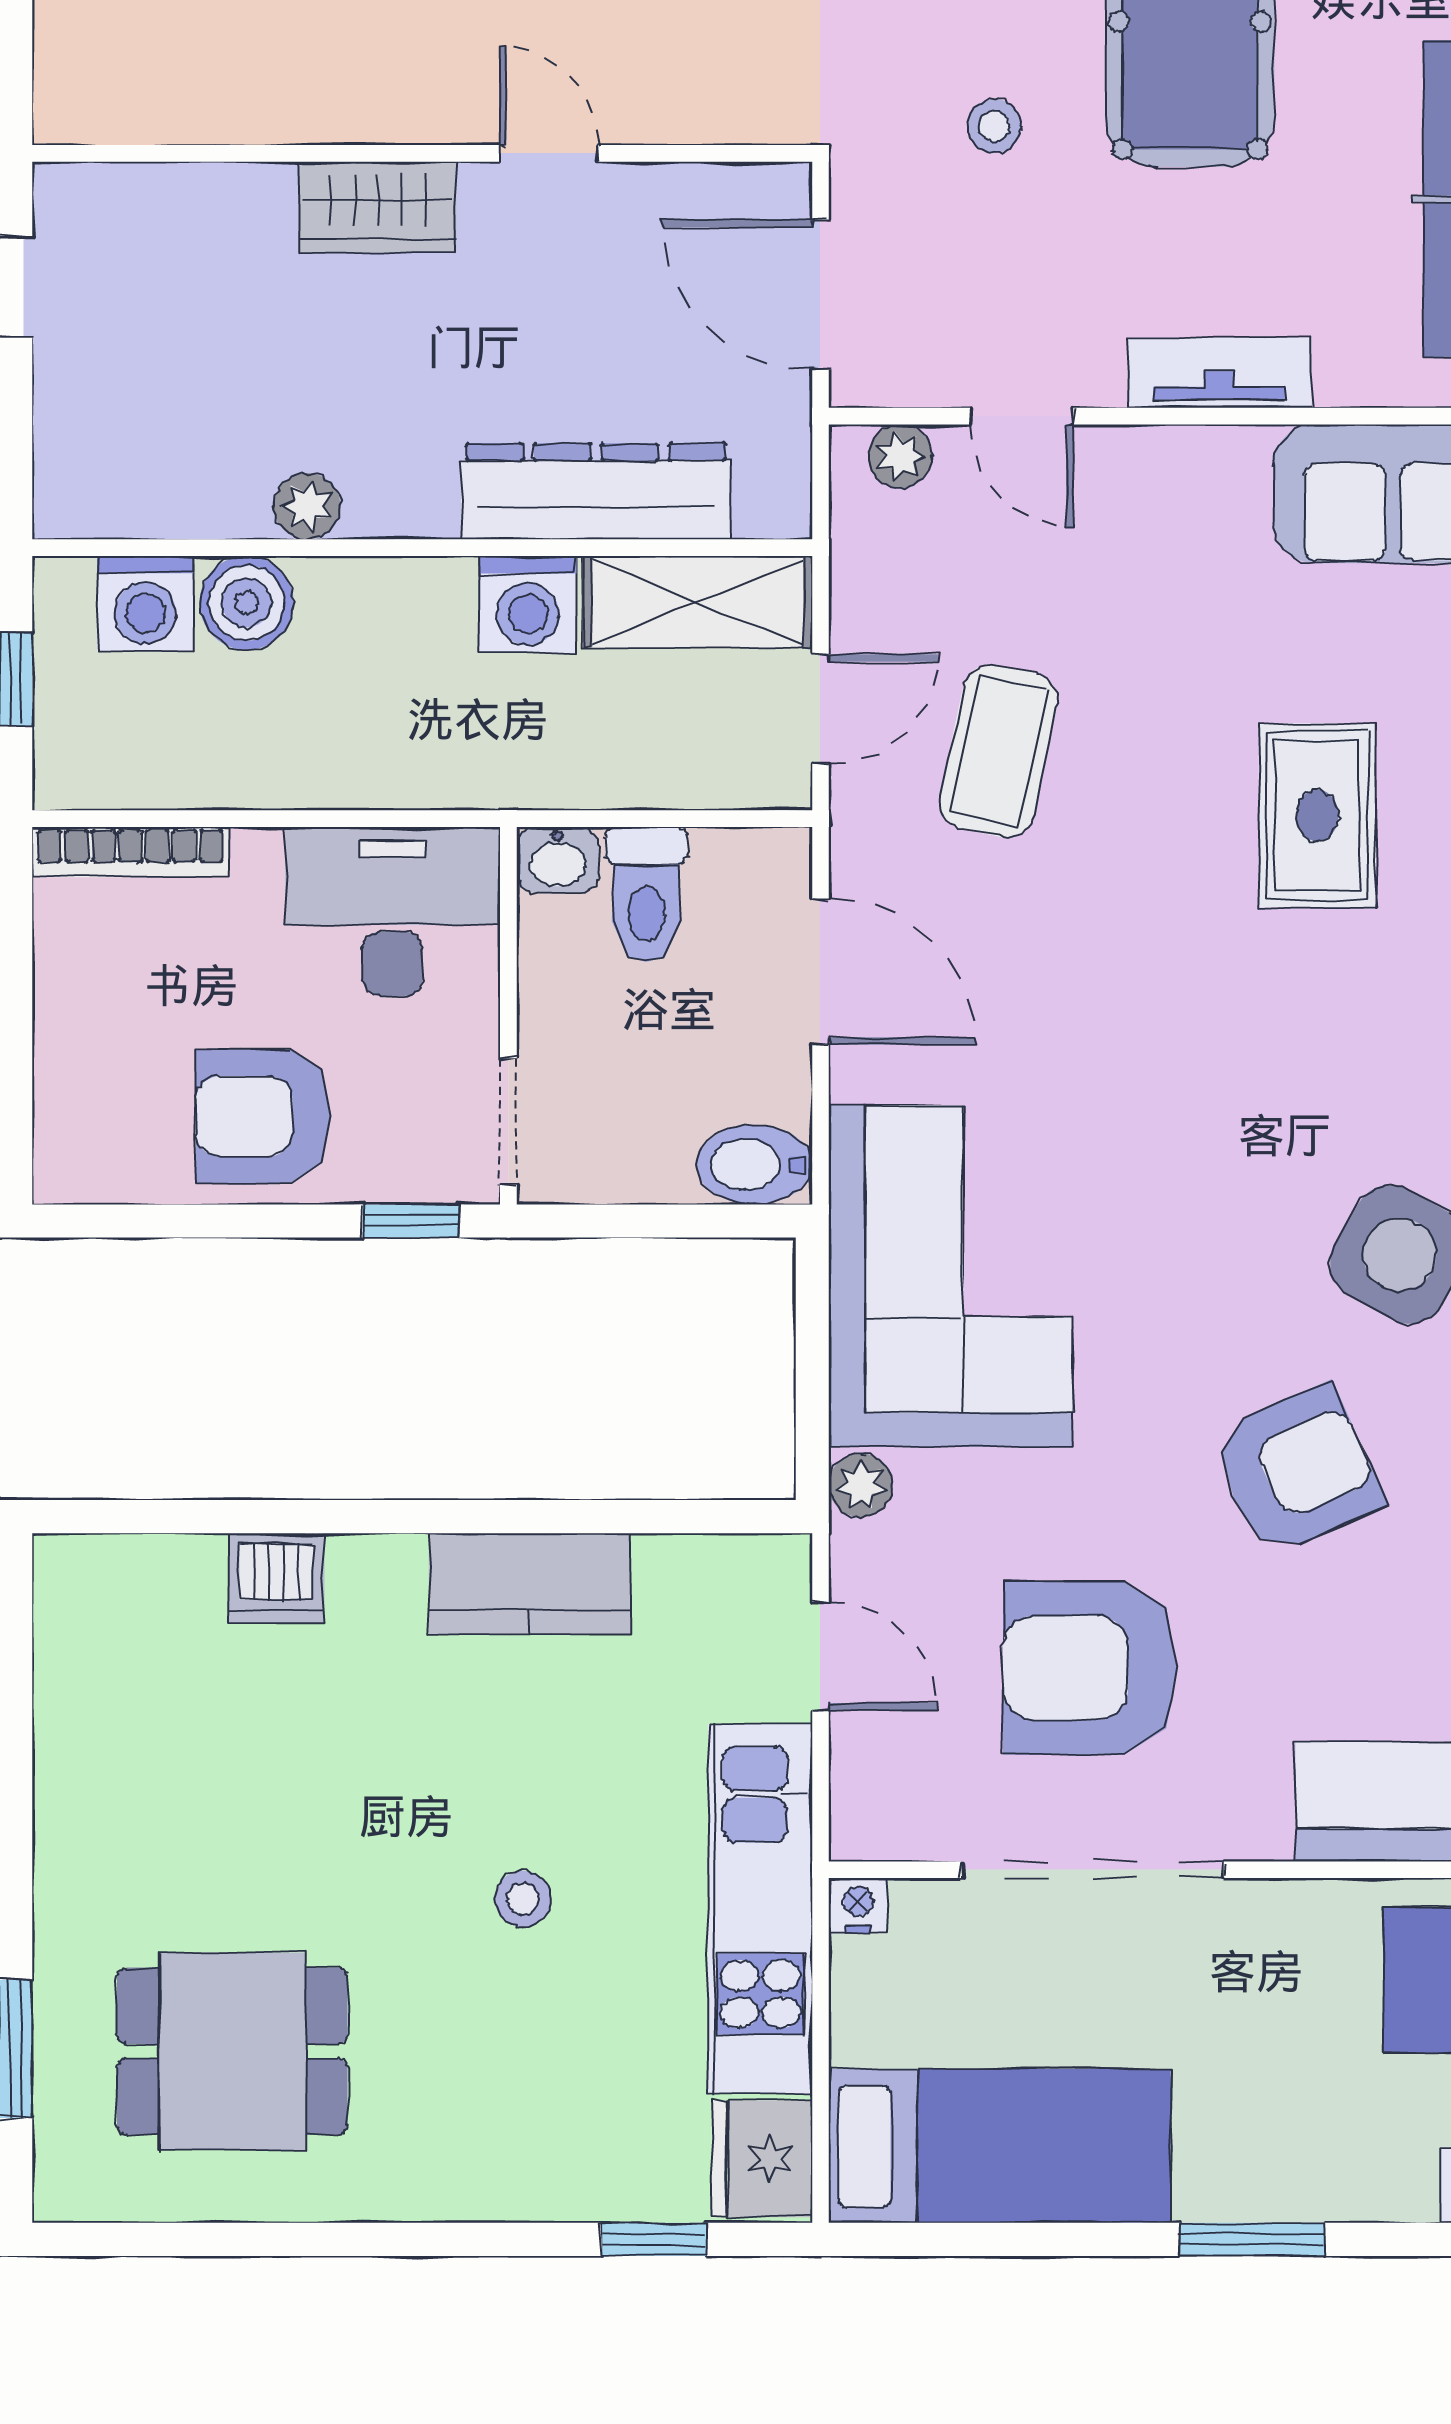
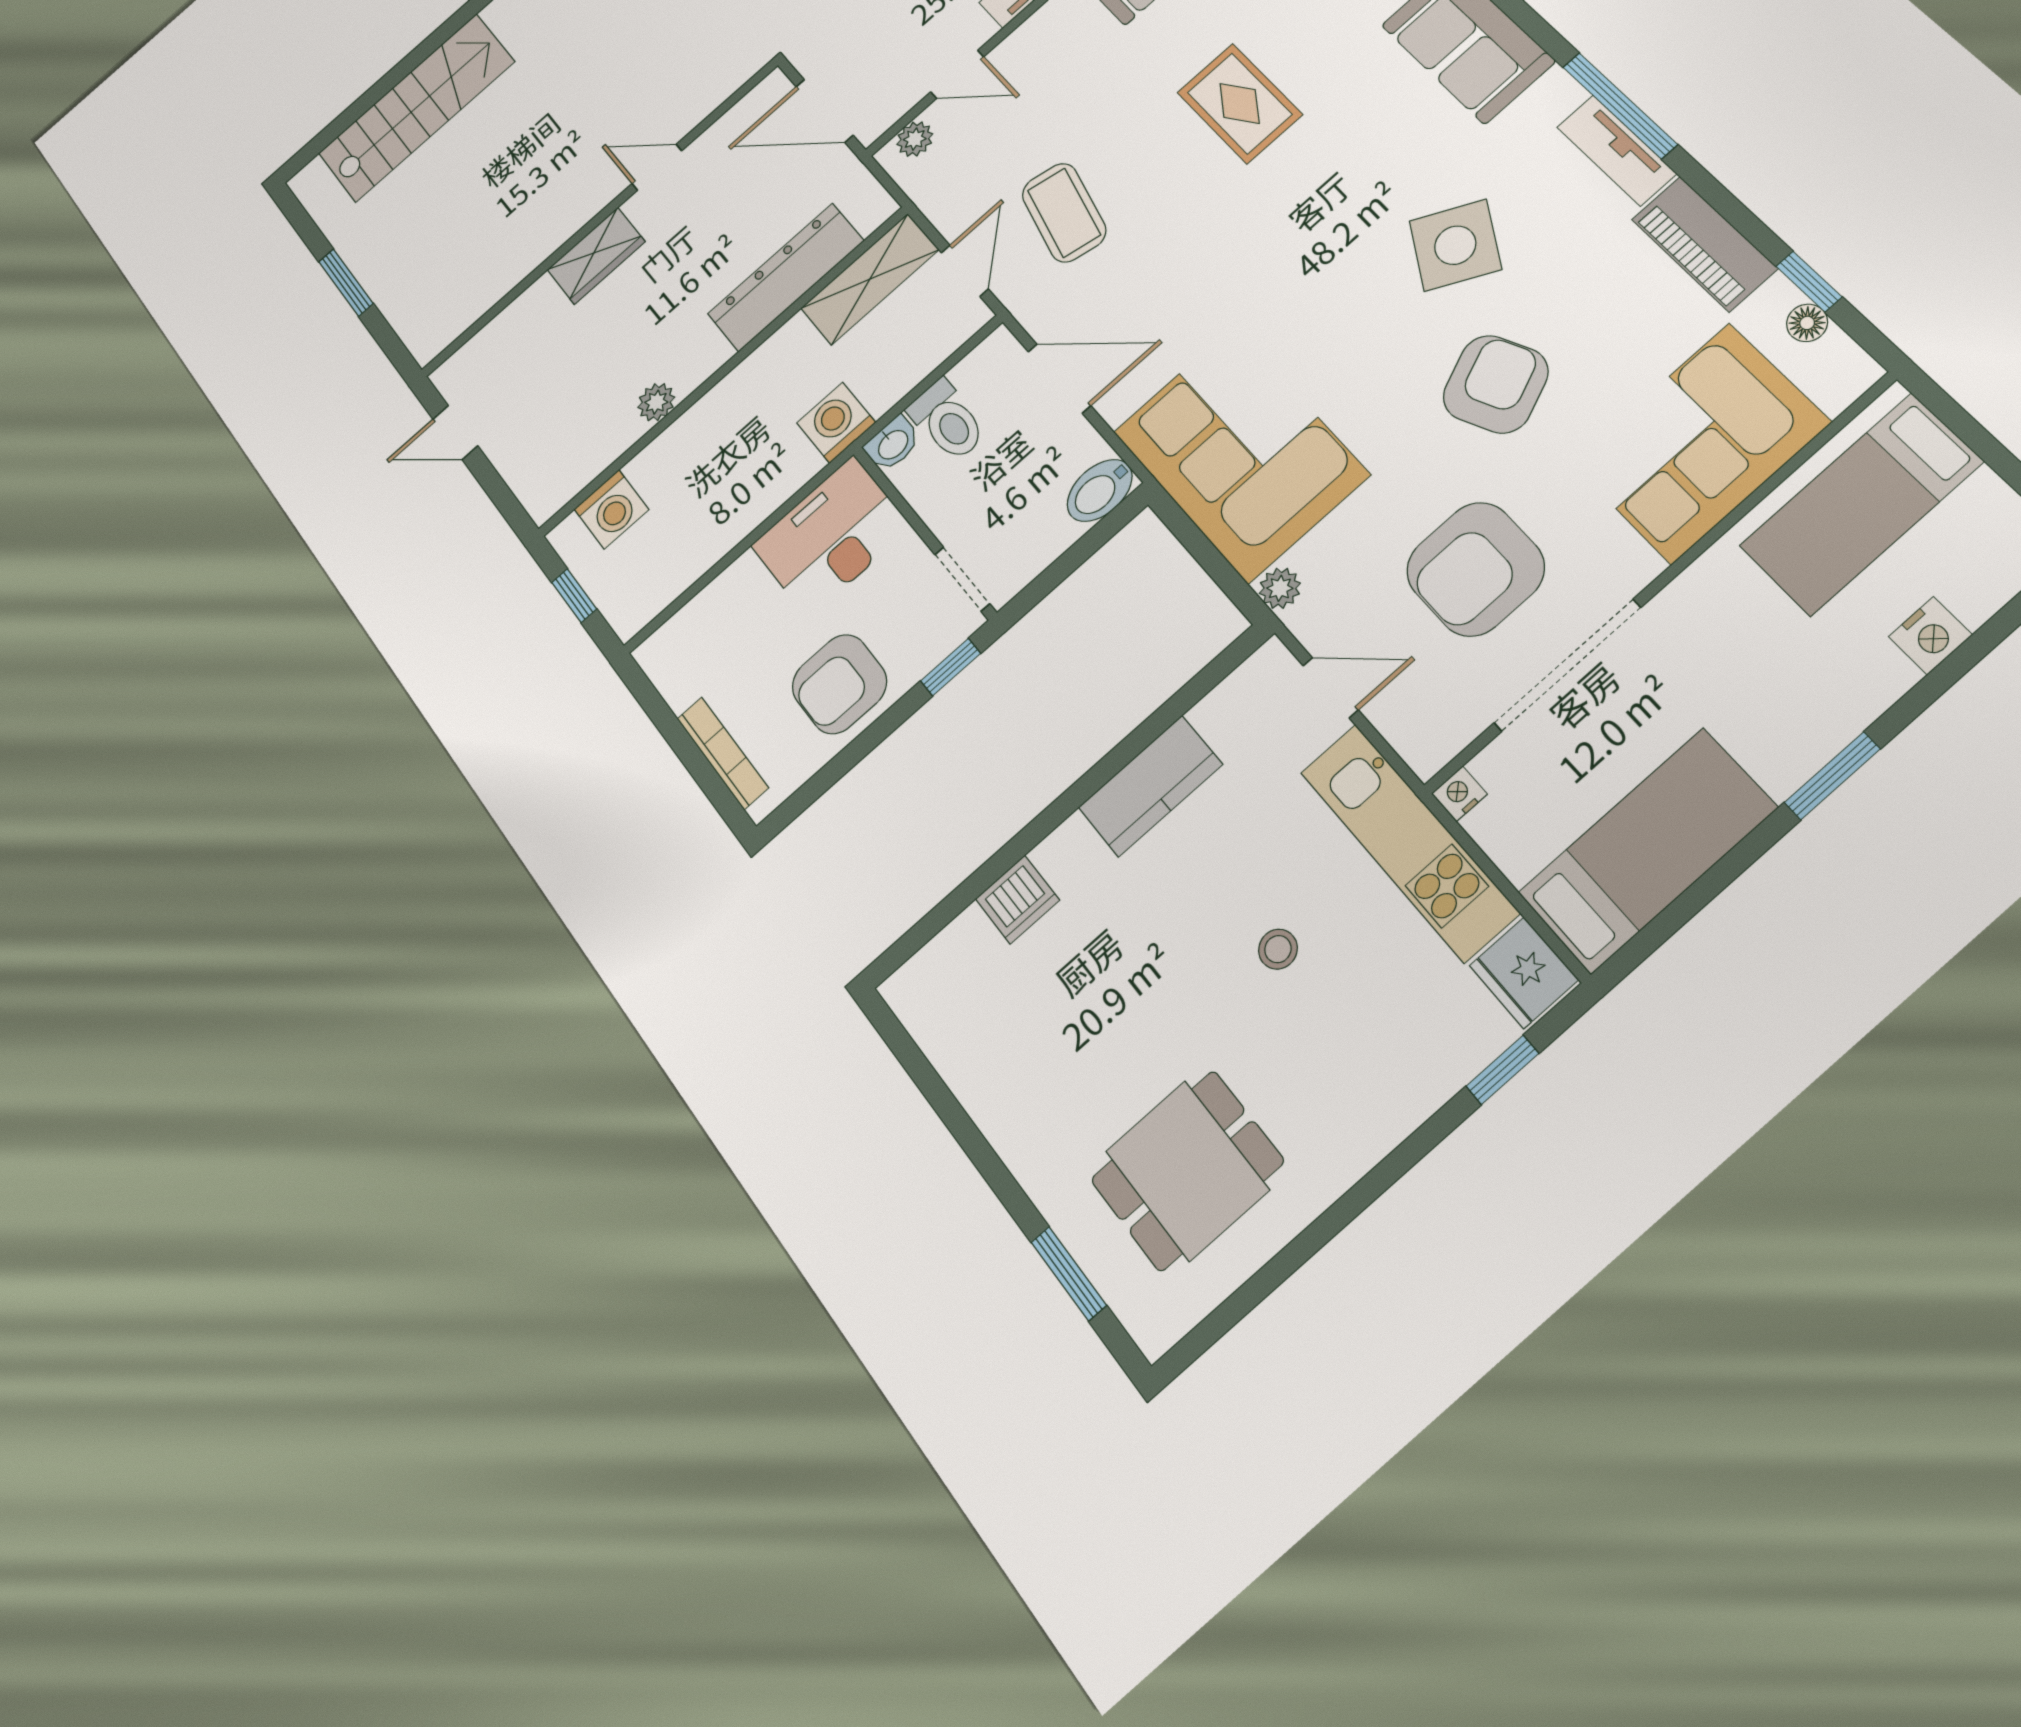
boiler: (247, 603) -> (659, 467), removed
washing machine: (528, 604) -> (836, 423), moved, turned 180
bookcase: (130, 852) -> (723, 753), moved, turned -90

